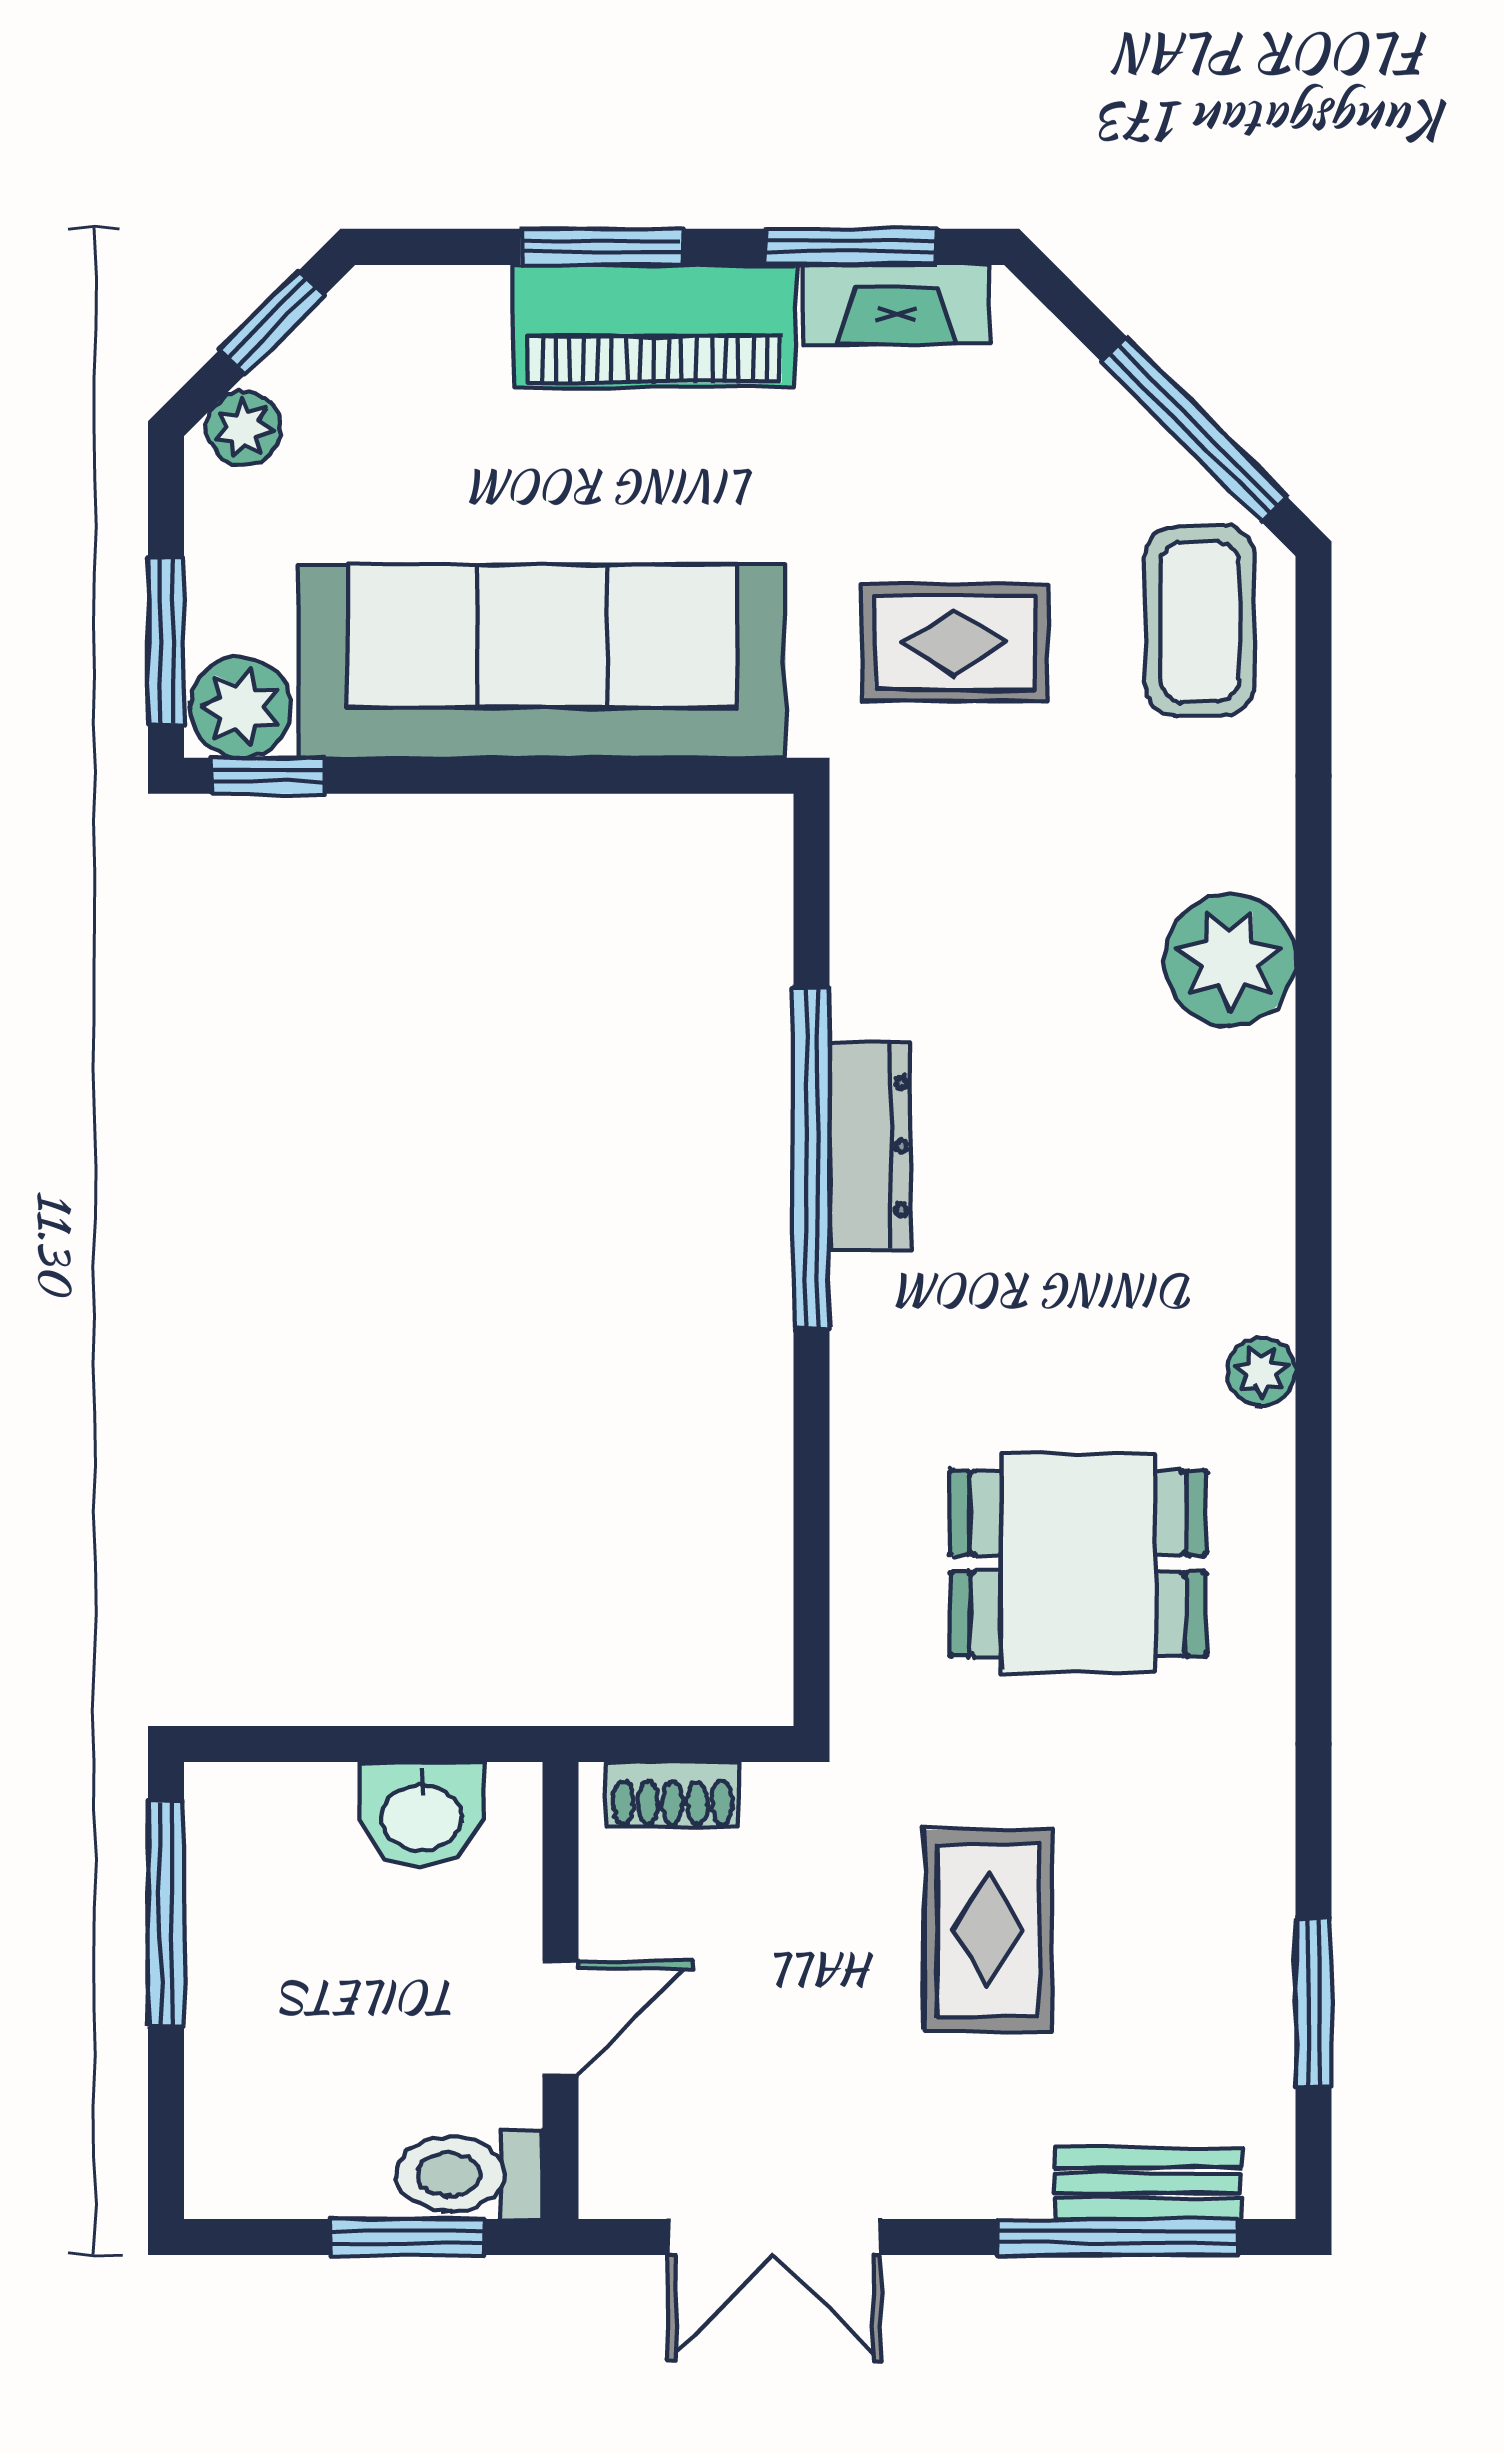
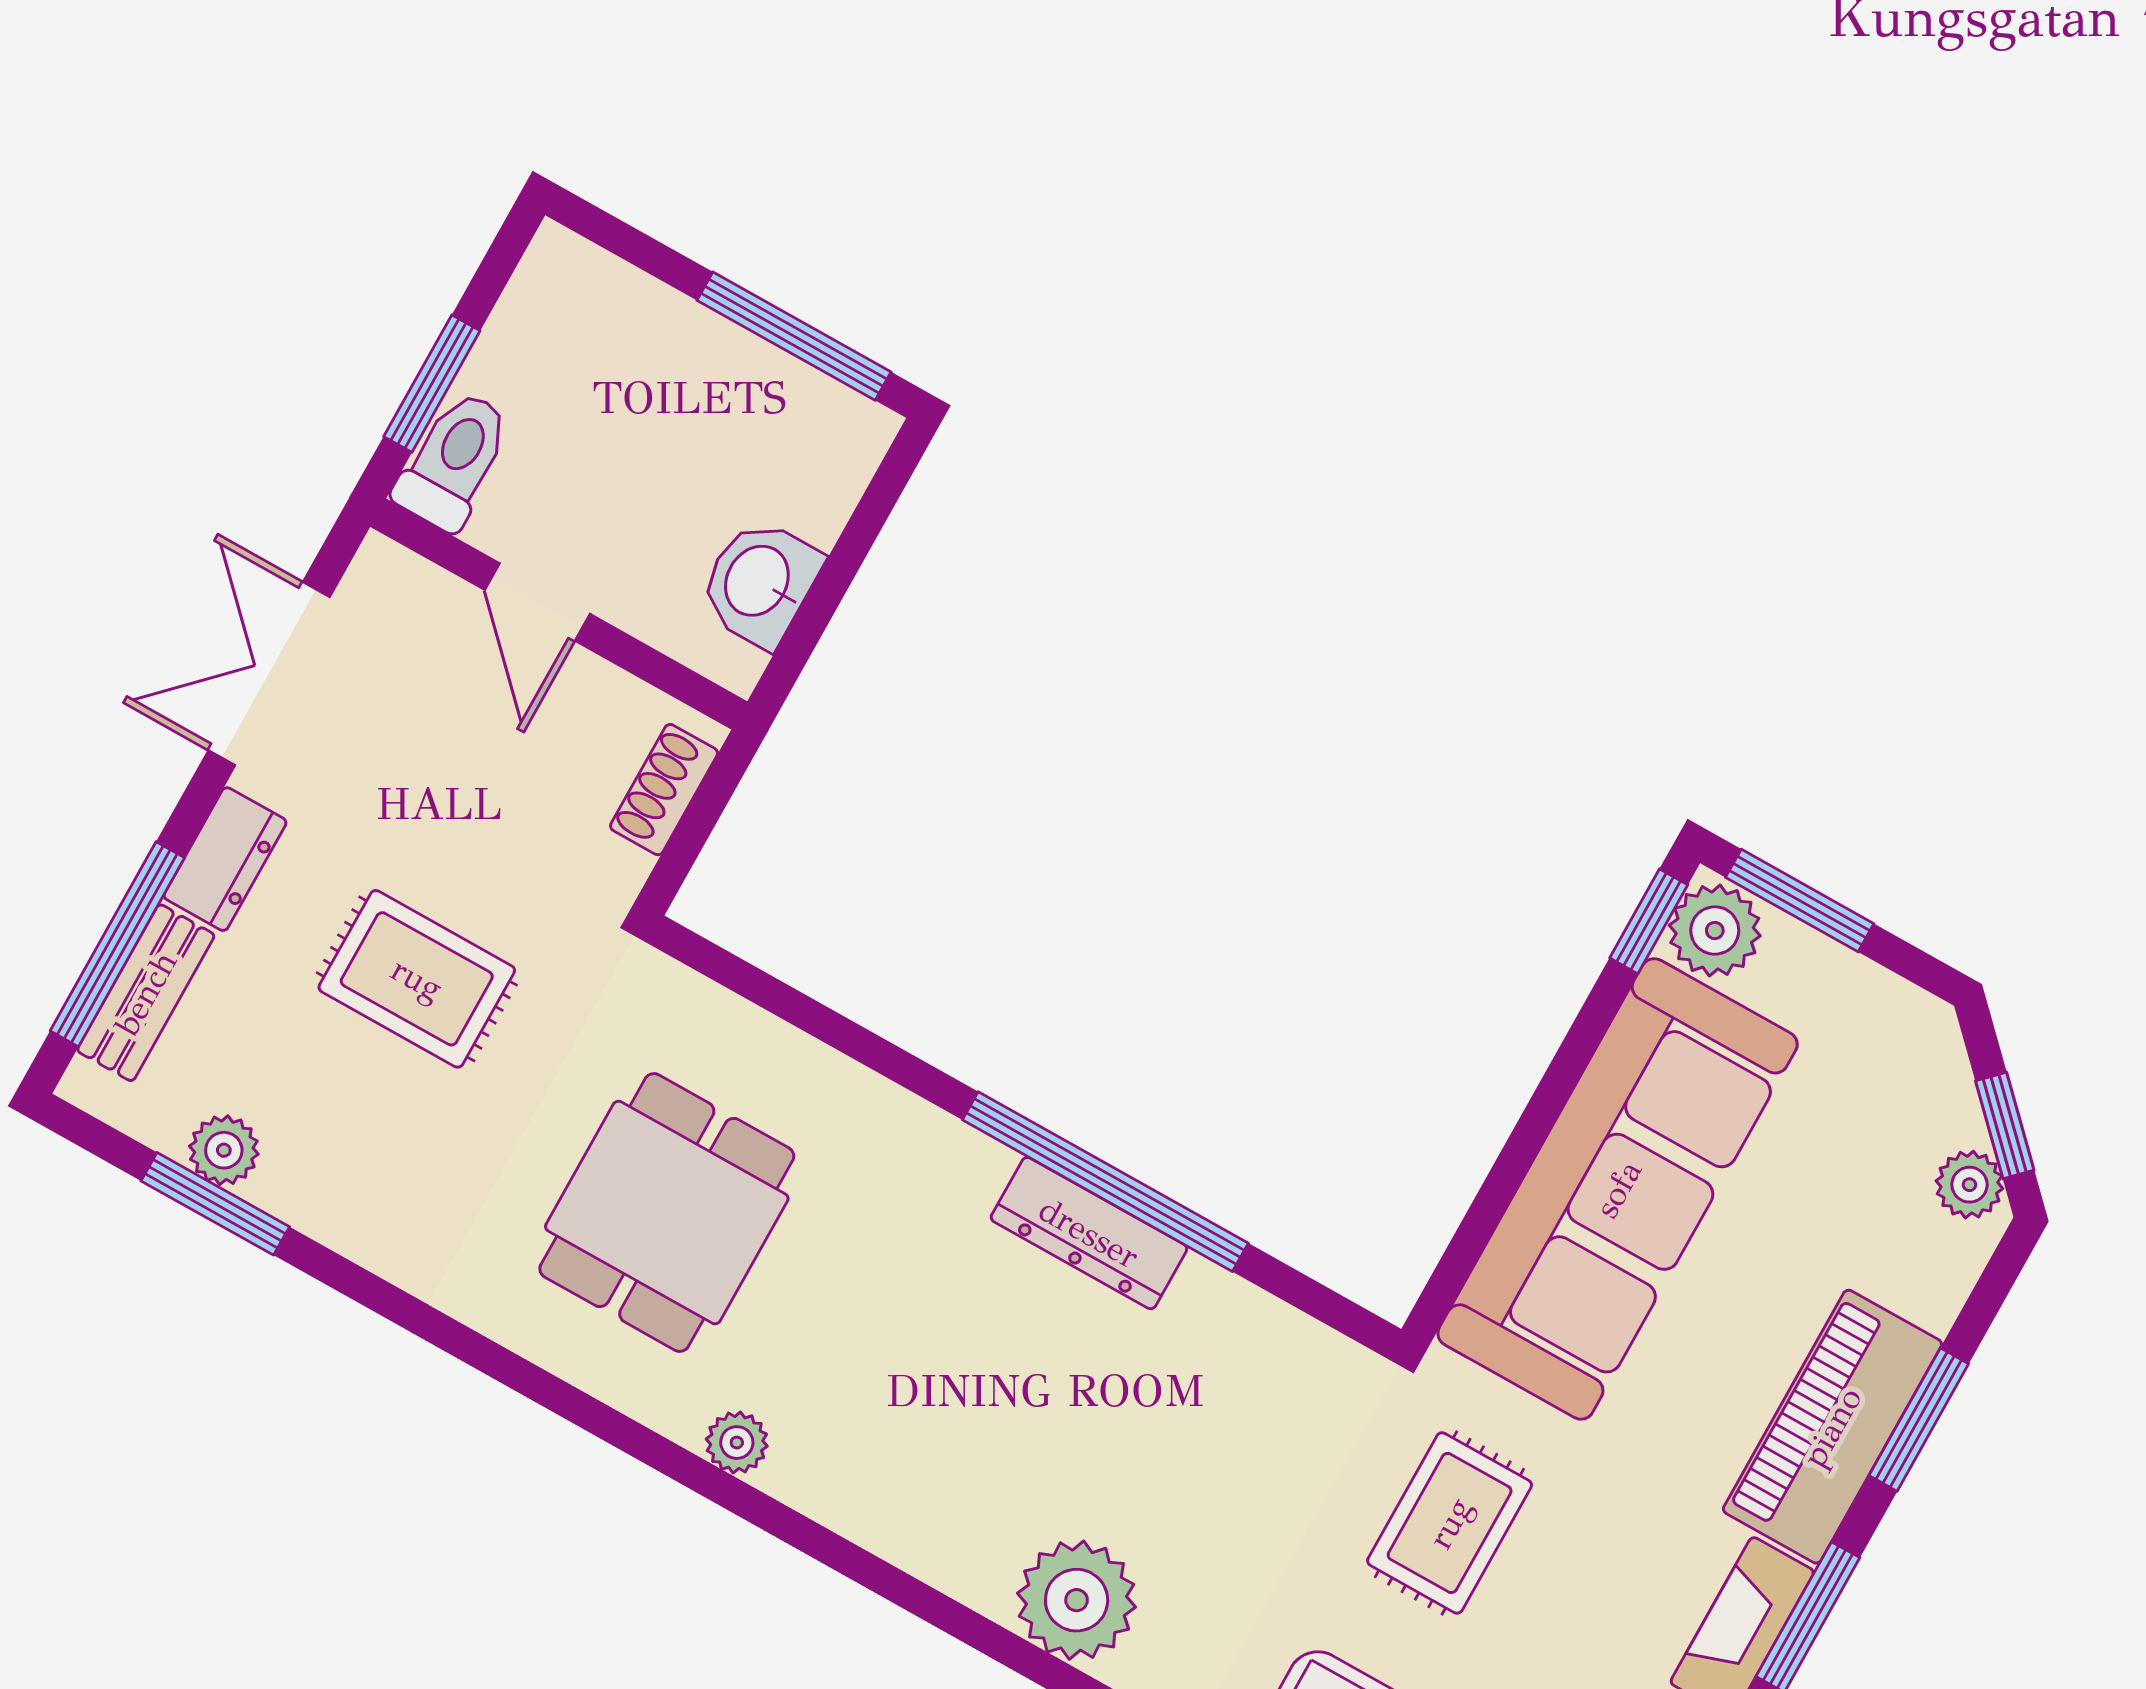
plant: (244, 429) -> (1969, 1185), moved
plant: (1257, 2023) -> (224, 1150), added
dresser: (976, 2179) -> (225, 859), added

